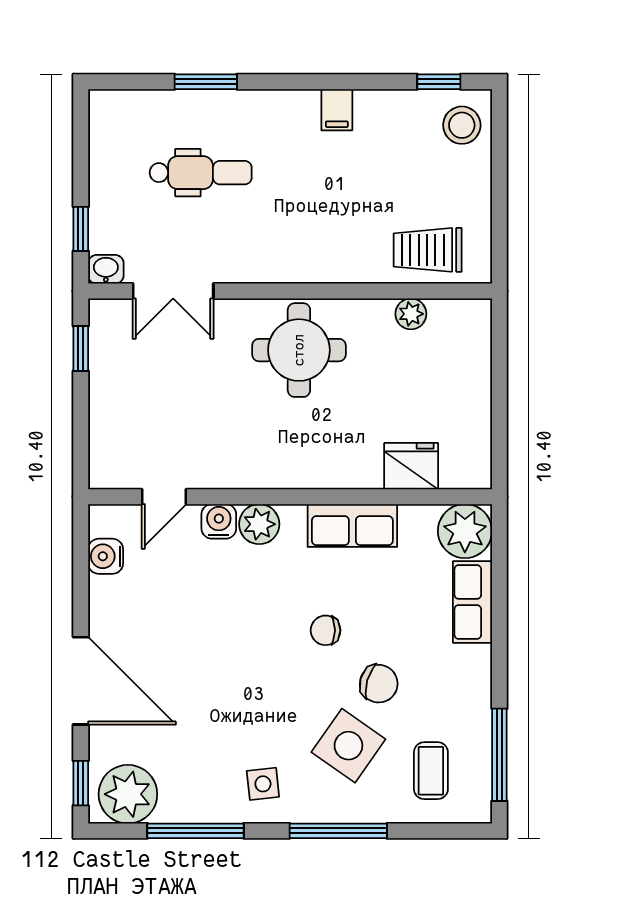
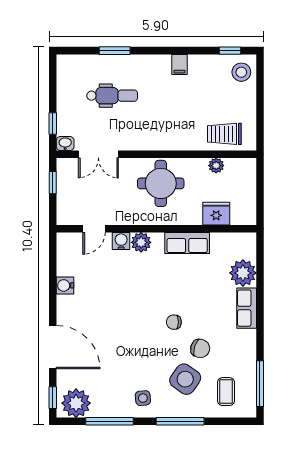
fridge: (411, 466) -> (216, 214), moved
door: (164, 497) -> (94, 229), moved
wall: (290, 497) -> (156, 229), moved
water cooler: (219, 521) -> (121, 241), moved
plant: (259, 524) -> (141, 242), moved
row of seats: (352, 525) -> (187, 243), moved

